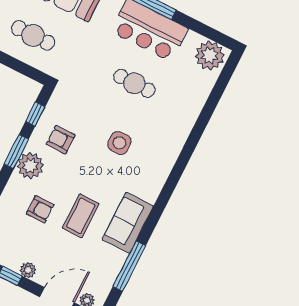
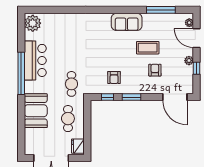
cafe table: (134, 83) -> (71, 84), moved
side table: (119, 143) -> (101, 47), removed
plant: (30, 166) -> (135, 86), removed
sofa: (128, 223) -> (127, 22), moved

